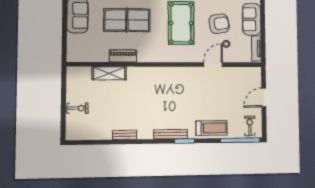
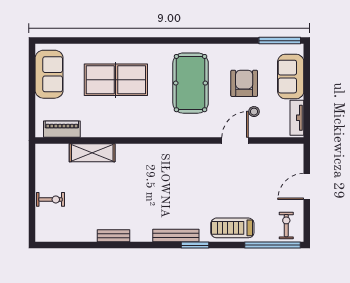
armchair: (219, 24) -> (244, 83), turned -81
piano: (123, 56) -> (62, 129), moved
treadmill: (212, 128) -> (232, 228), turned 180

